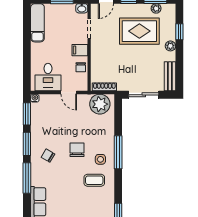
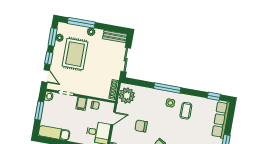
window: (179, 32) -> (81, 23), width x2.17
chair: (77, 150) -> (141, 126), moved

